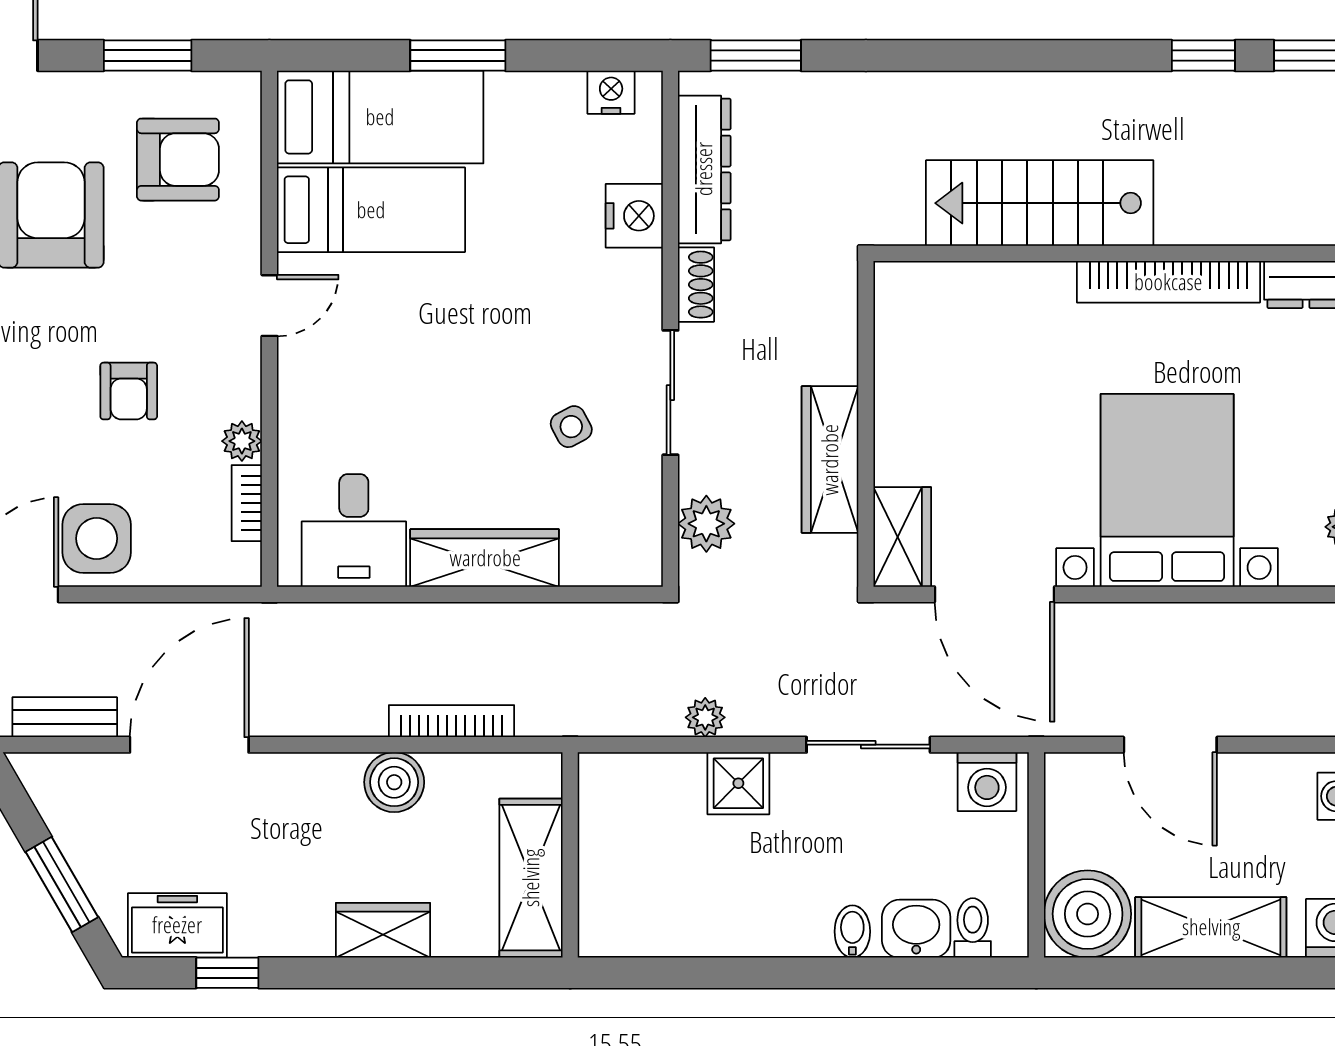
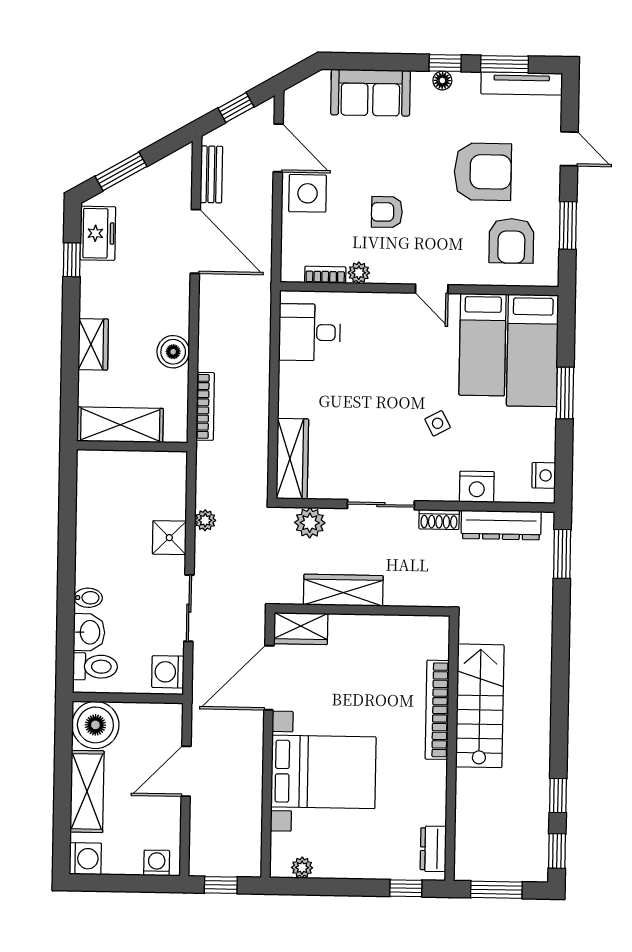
bookcase: (1168, 282) -> (437, 710), moved
side table: (571, 427) -> (438, 423), moved
wardrobe: (485, 558) -> (292, 459), moved
bookcase: (451, 721) -> (205, 406), moved
toilet: (973, 928) -> (95, 667), width x1.37, depth x1.39

